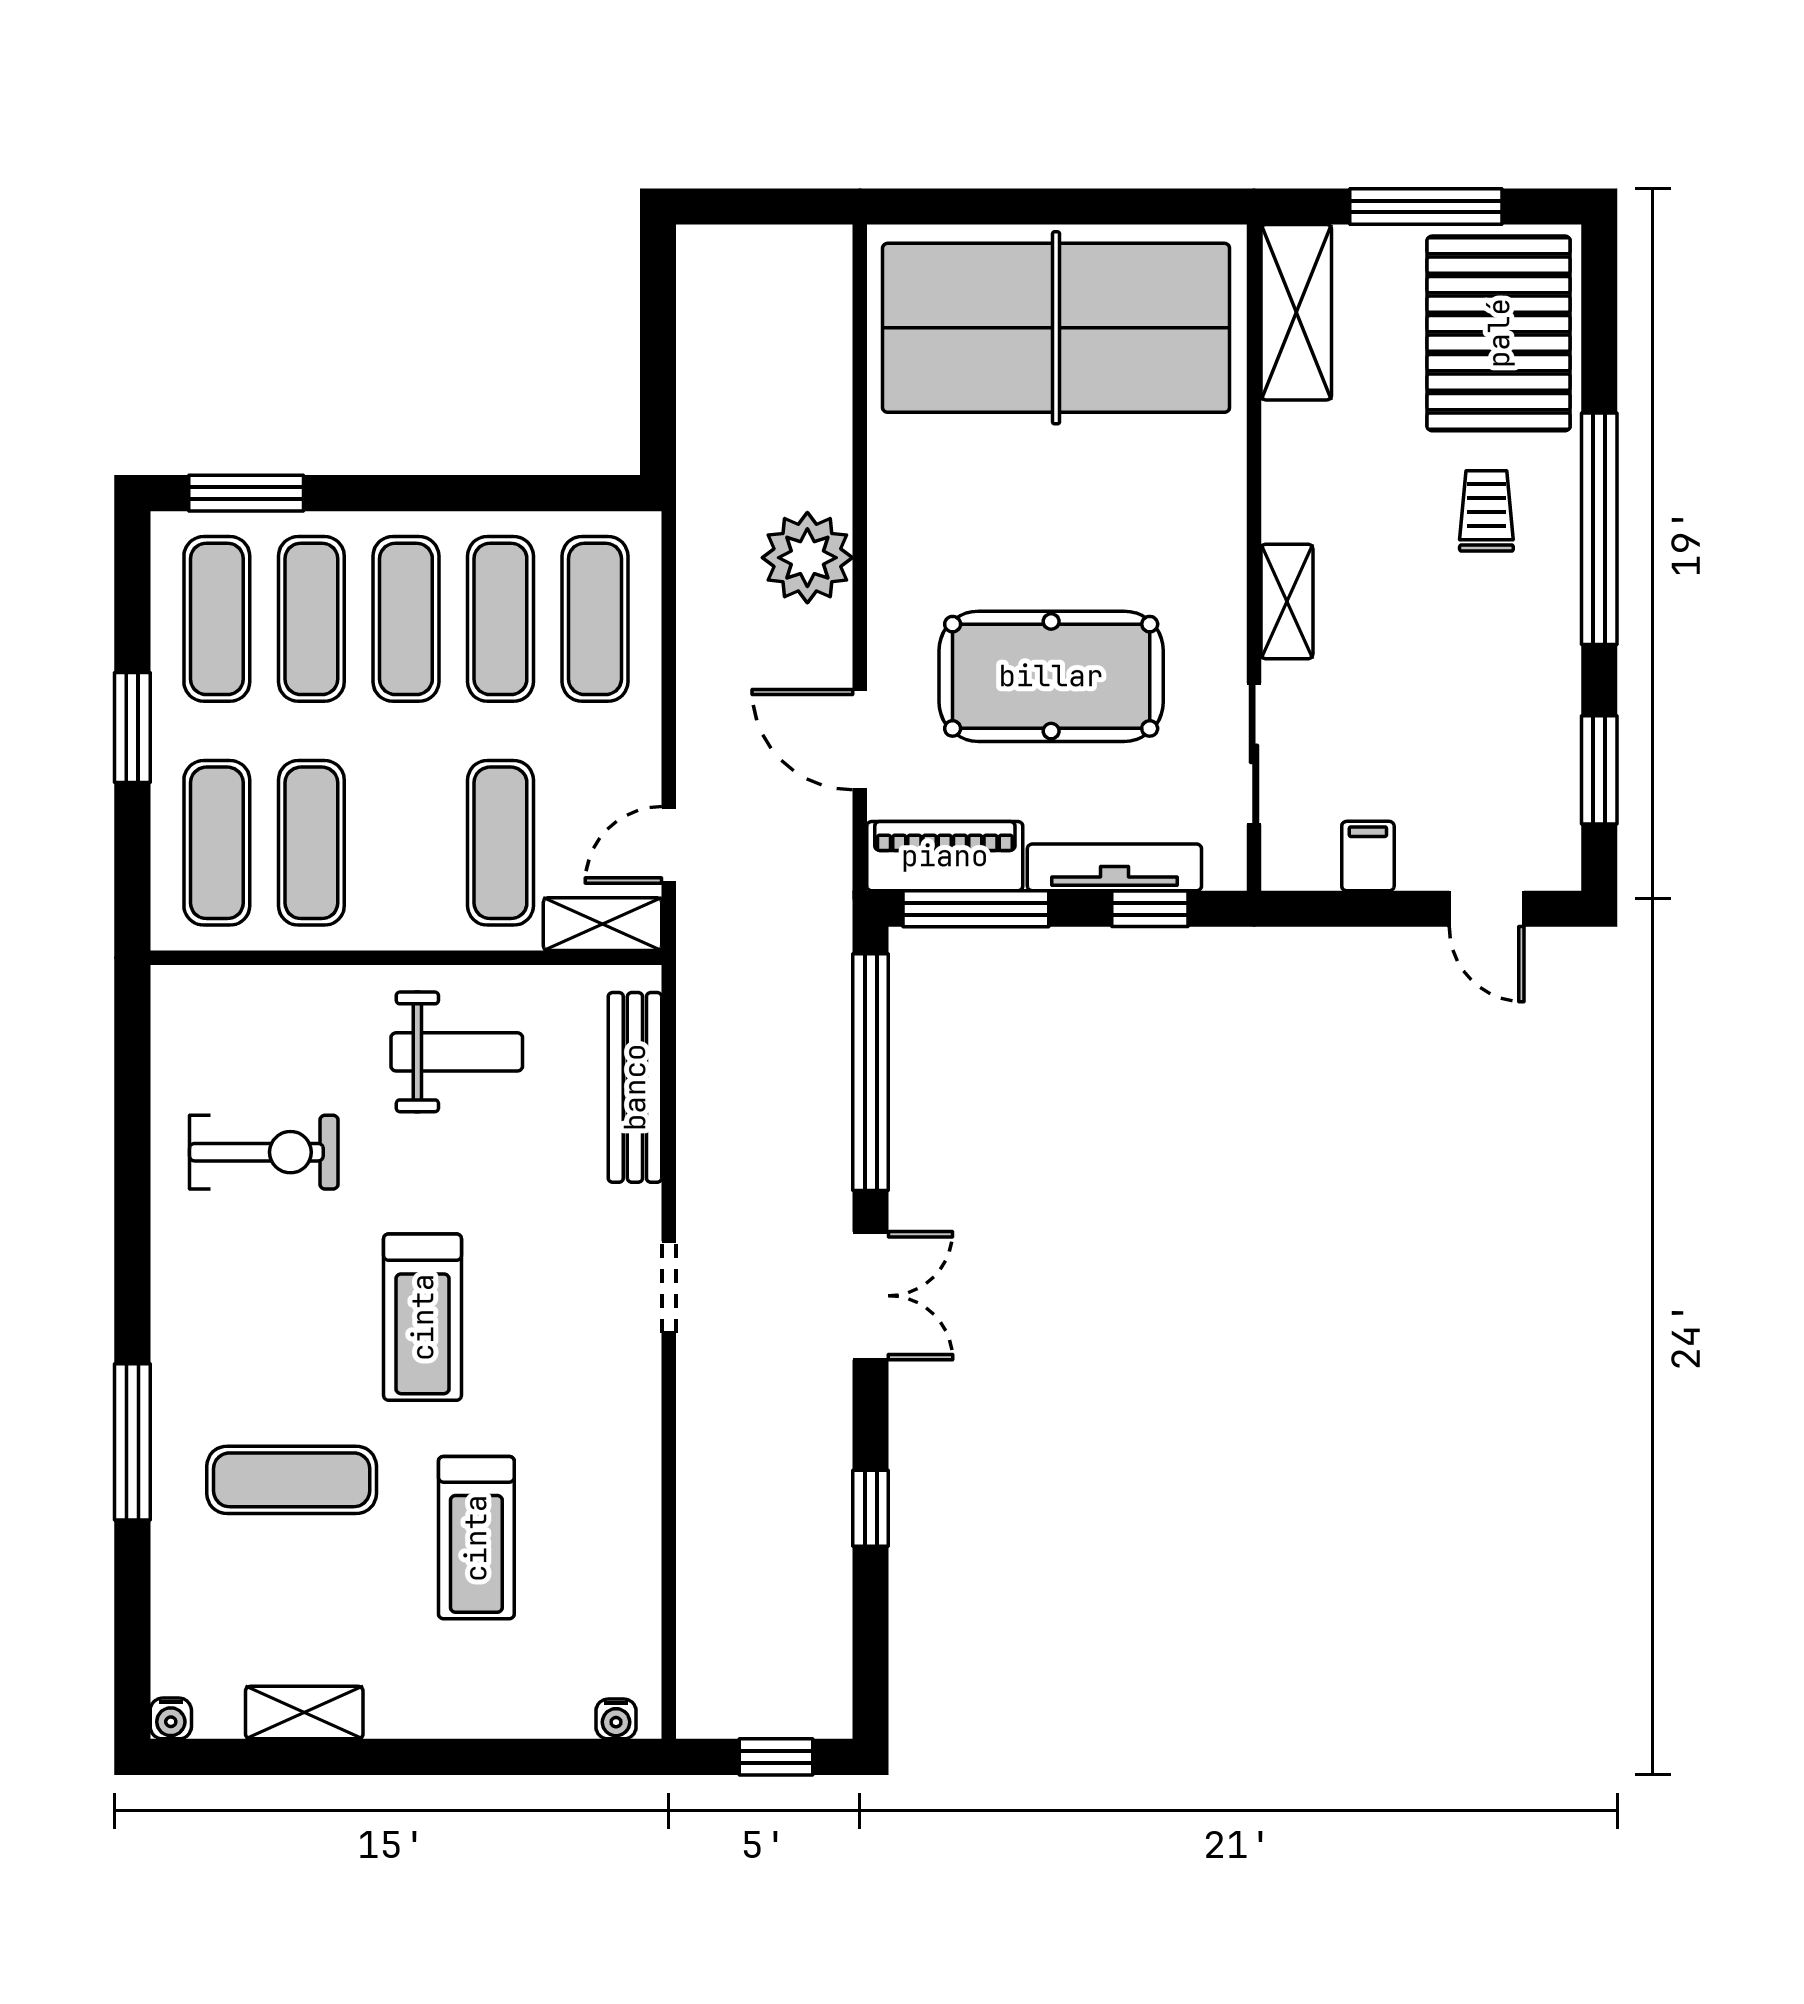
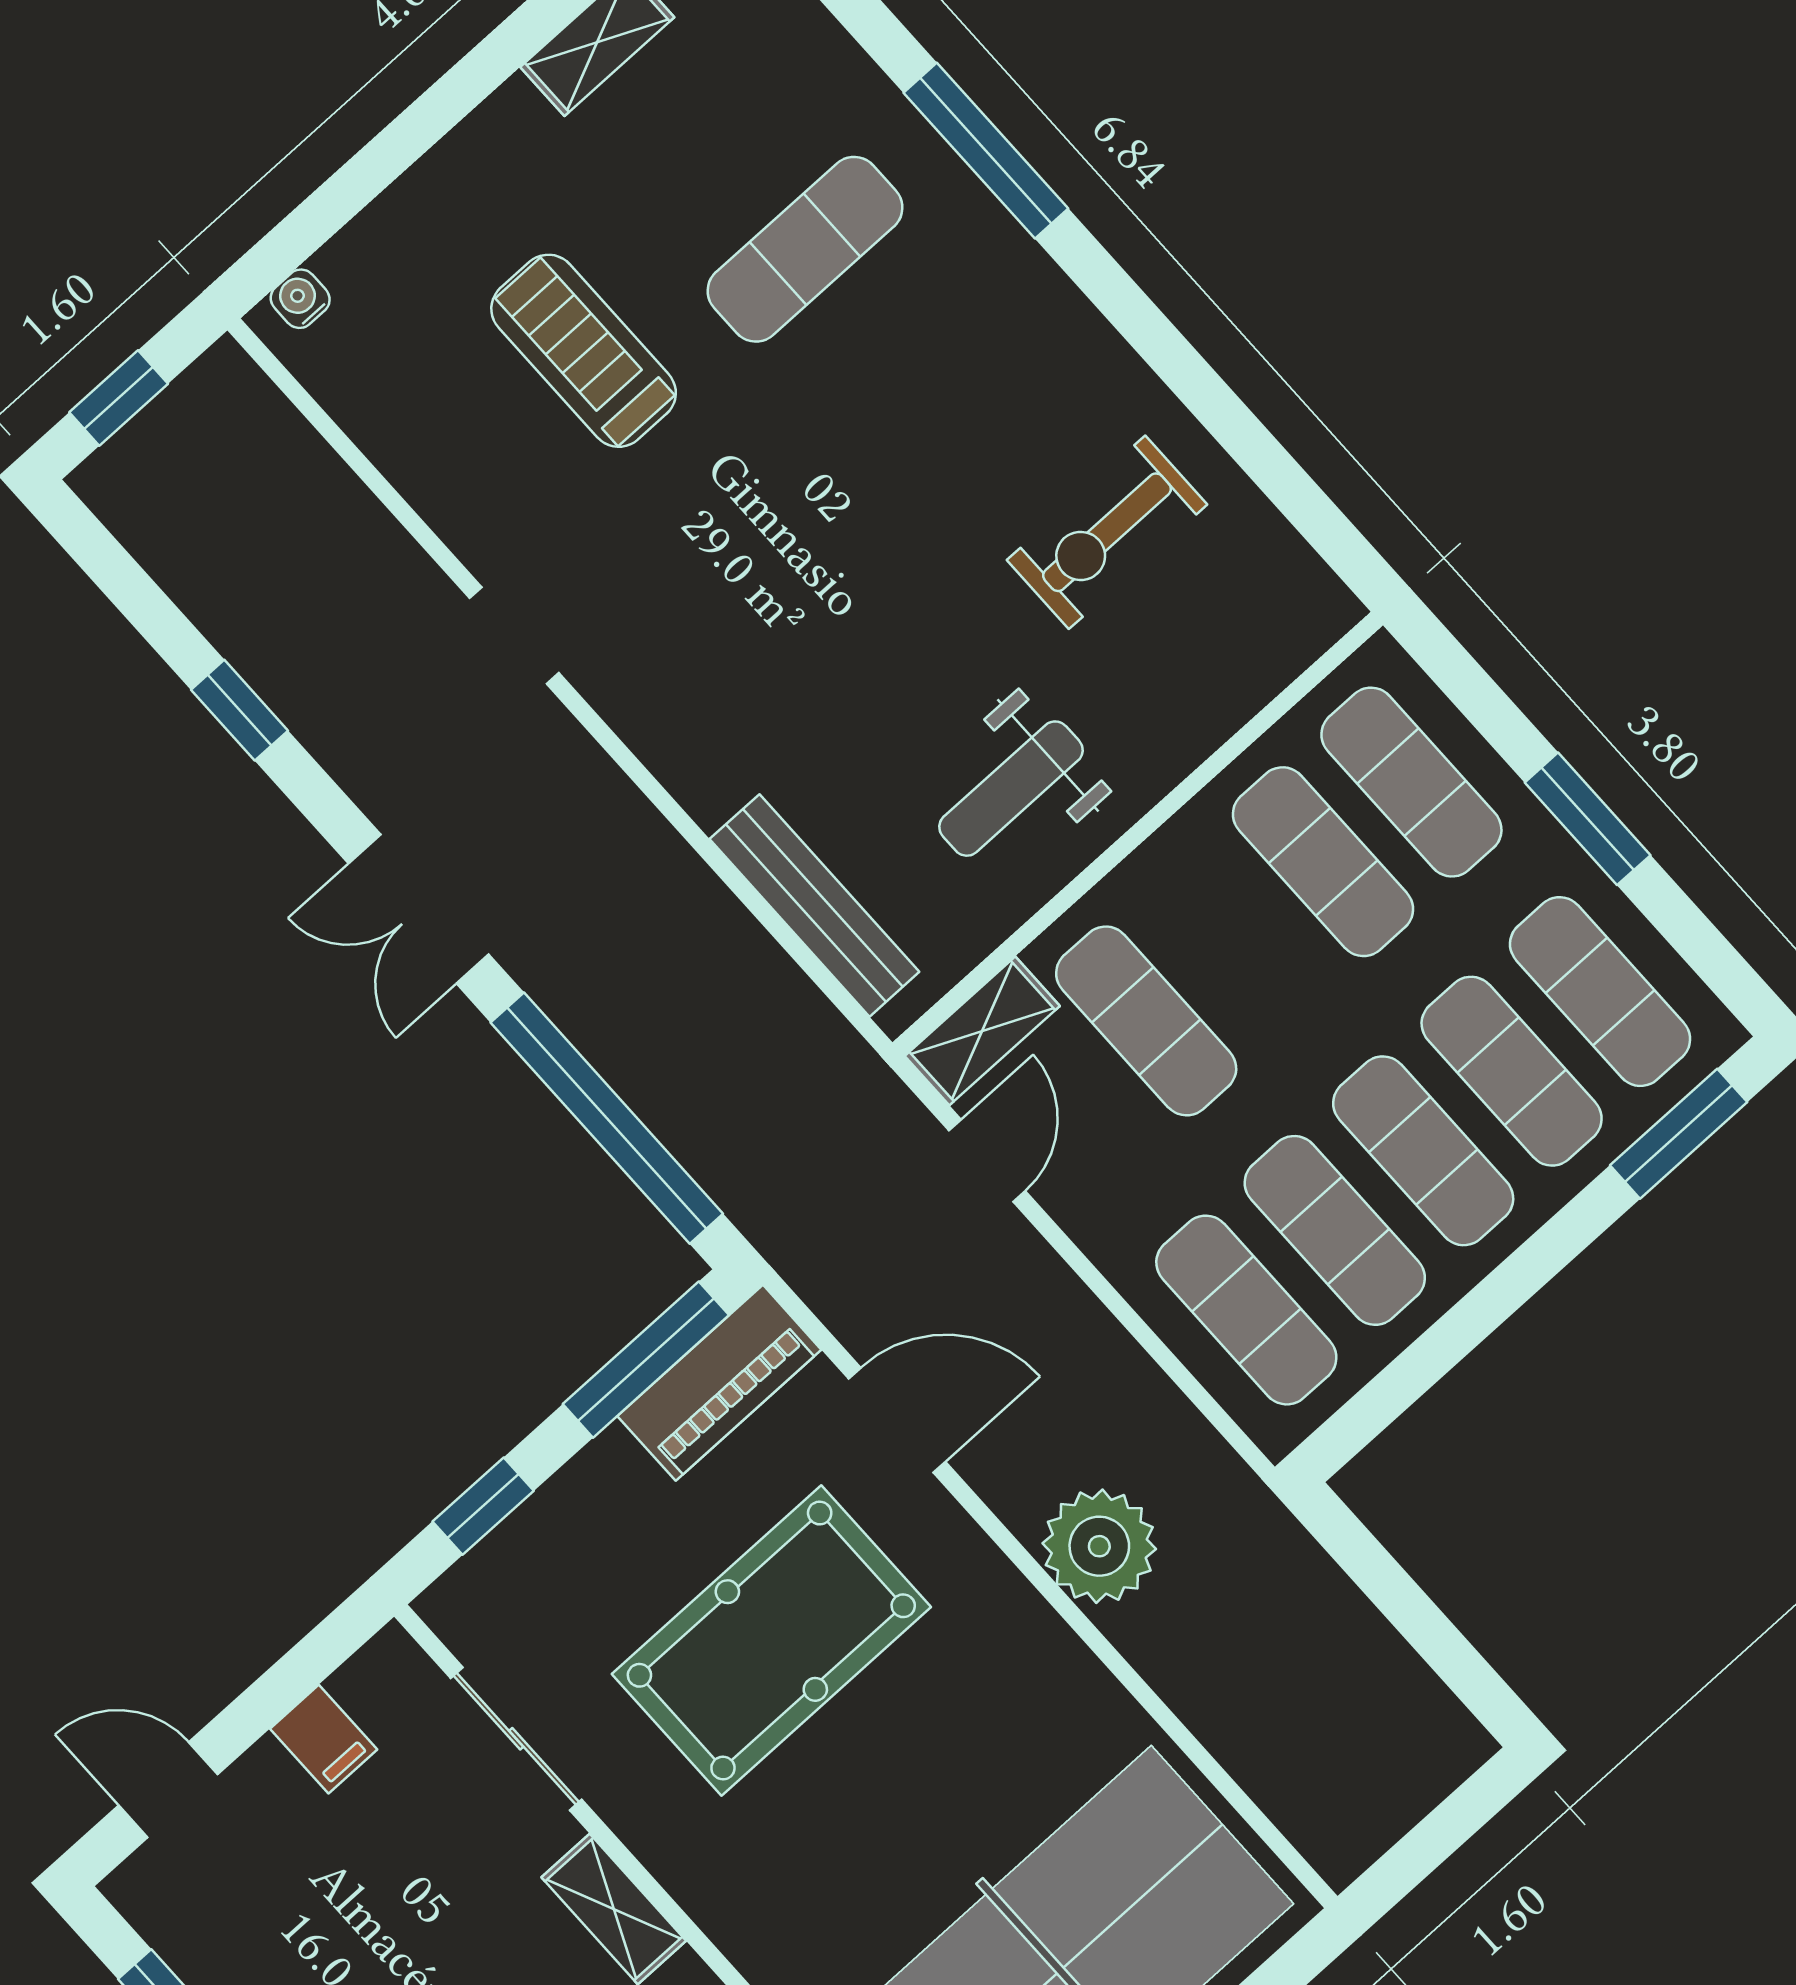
tv unit: (1114, 867) -> (551, 1515), removed
doorway: (669, 1287) -> (514, 636), moved
treadmill: (423, 1317) -> (820, 512), removed

